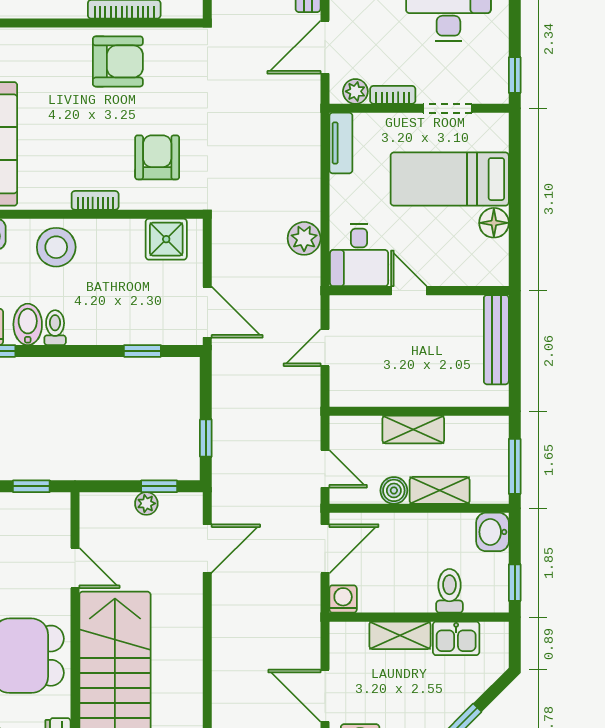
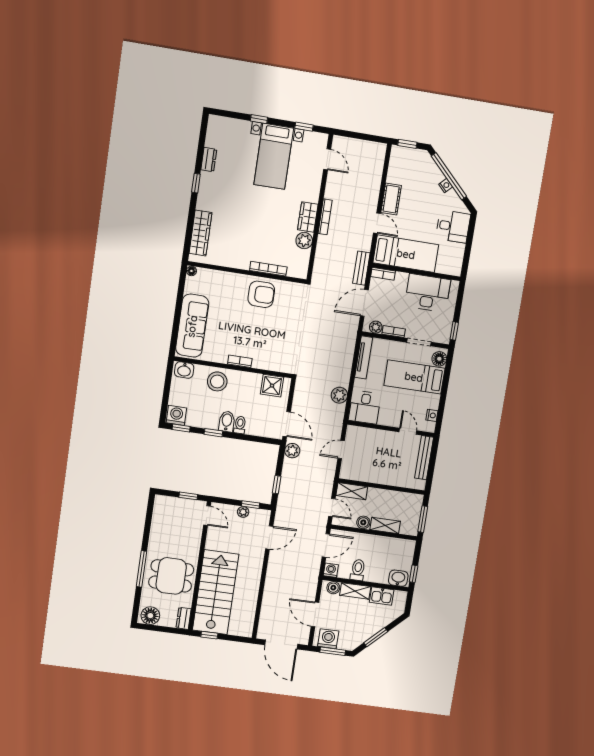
tv unit: (341, 143) -> (364, 357), width x1.41
armchair: (157, 157) -> (274, 345), removed
floor lamp: (494, 223) -> (439, 359), moved
nightstand: (498, 251) -> (432, 415), added
door: (409, 291) -> (408, 431), moved
bidet: (28, 324) -> (227, 421), moved
toilet: (55, 328) -> (240, 425), moved
window: (142, 351) -> (213, 433), moved
plant: (227, 364) -> (292, 451), added
shelving: (413, 430) -> (352, 491), moved
washbasin: (492, 532) -> (398, 578), moved, turned 90
door: (75, 568) -> (207, 516), moved
toilet: (449, 591) -> (358, 570), moved
boiler: (354, 635) -> (333, 588), added

